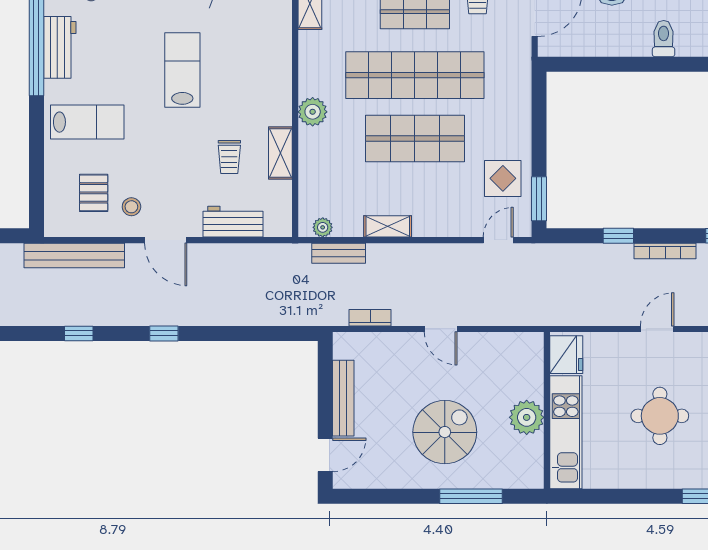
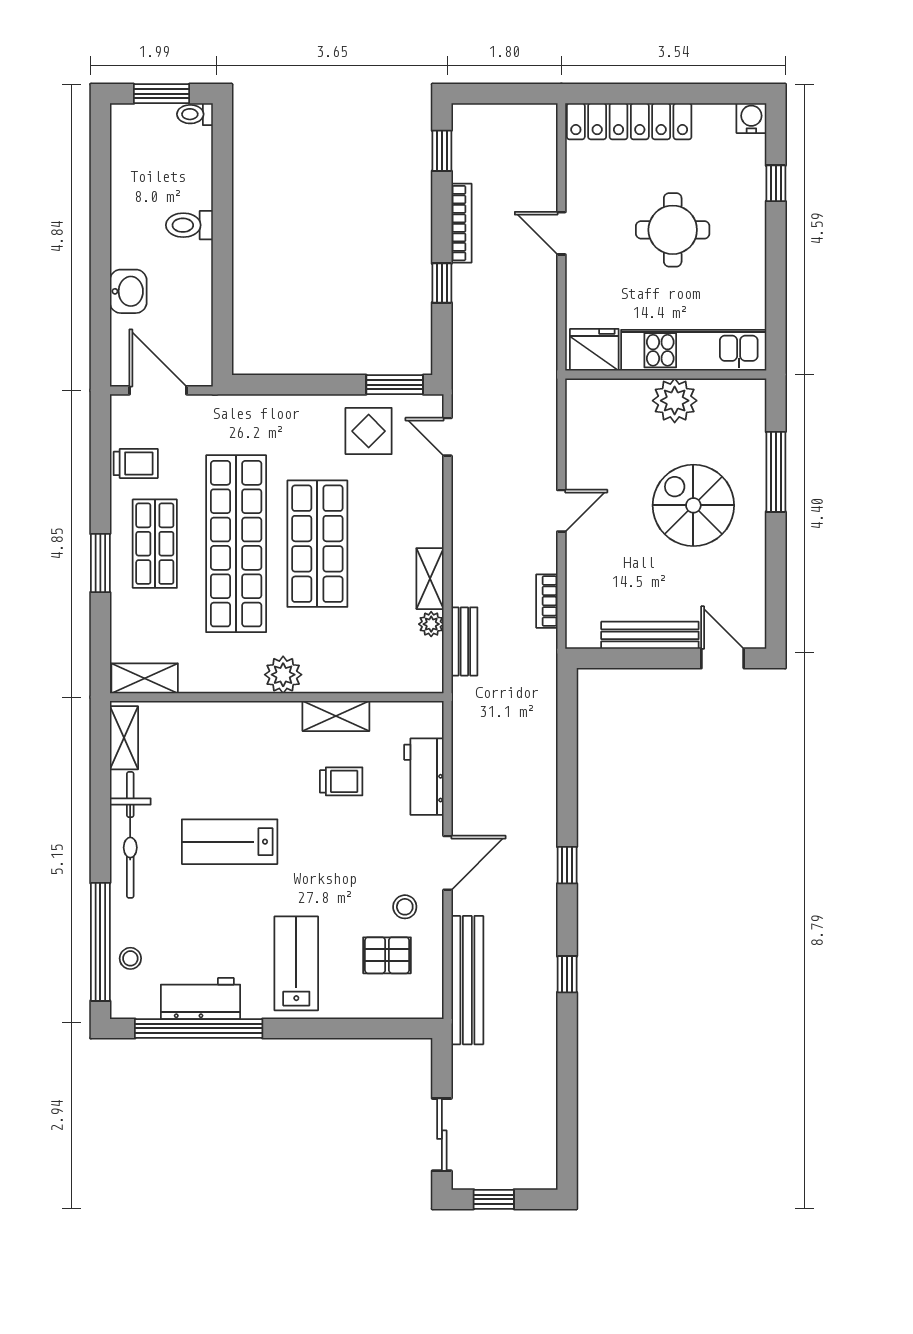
plant: (323, 227) -> (431, 624), moved

